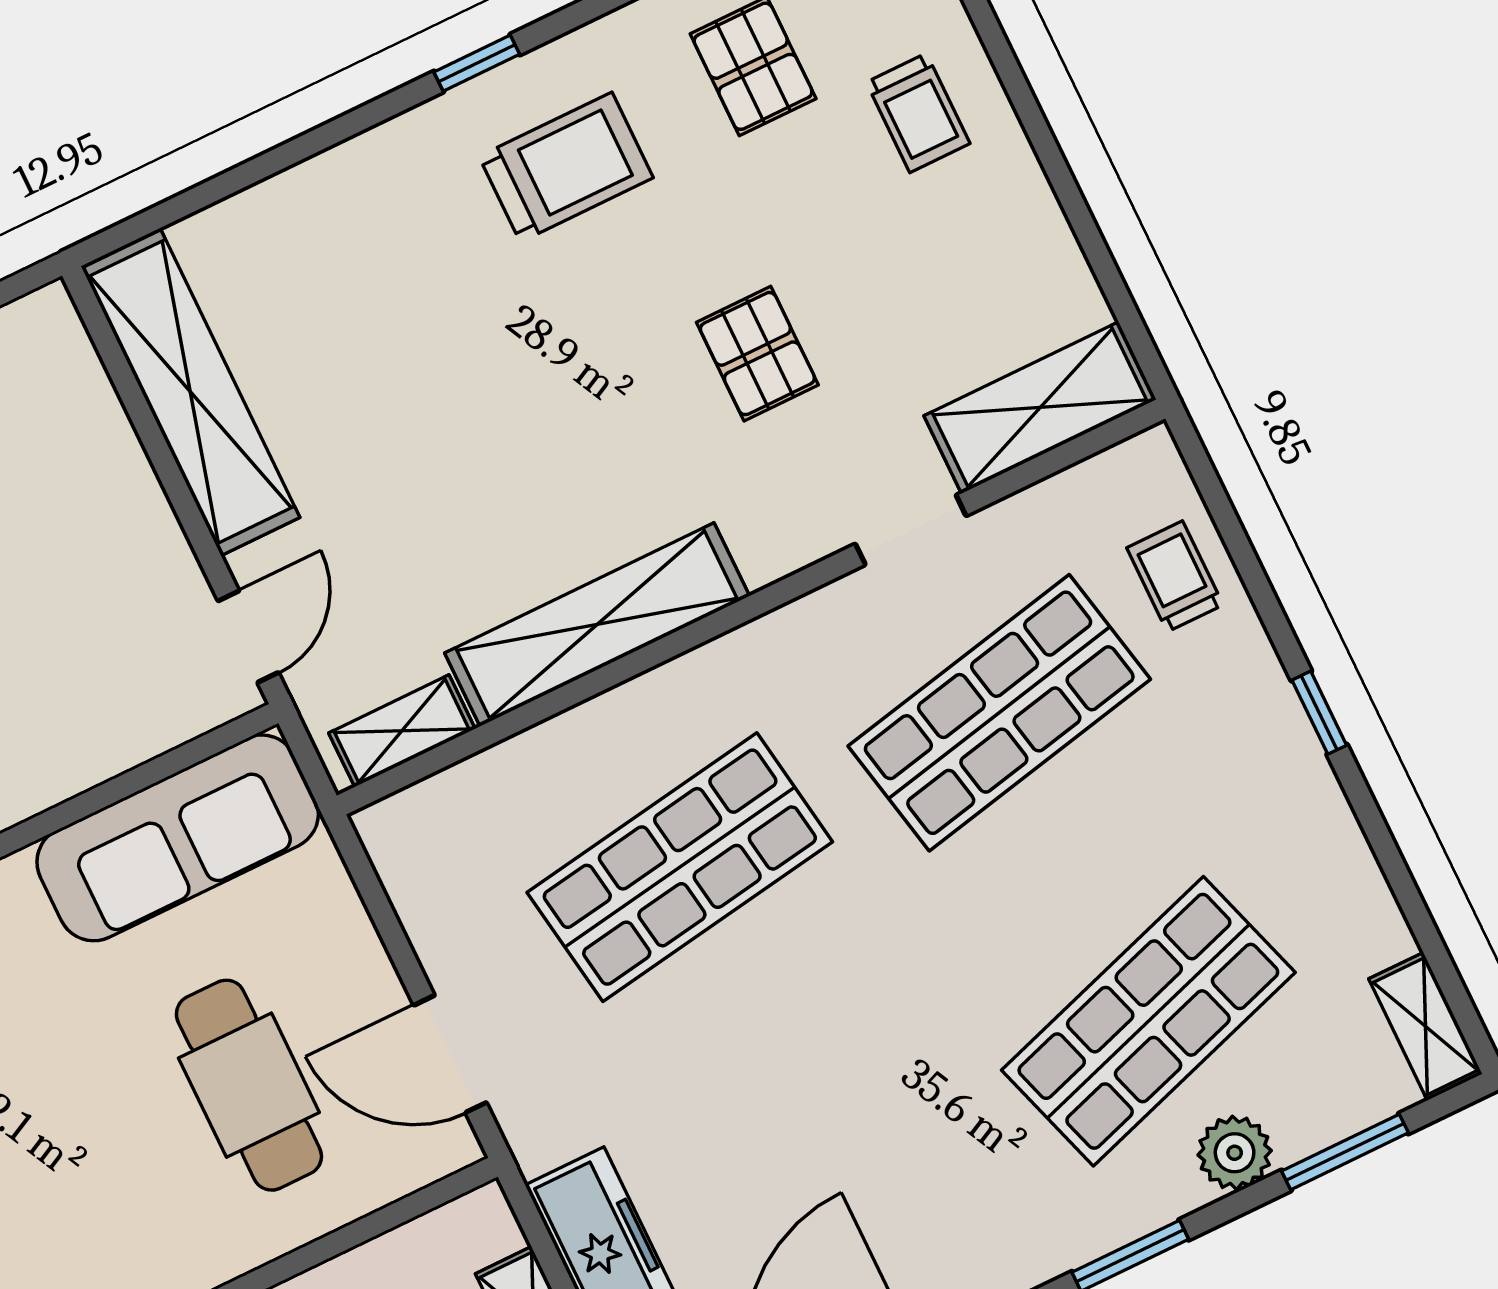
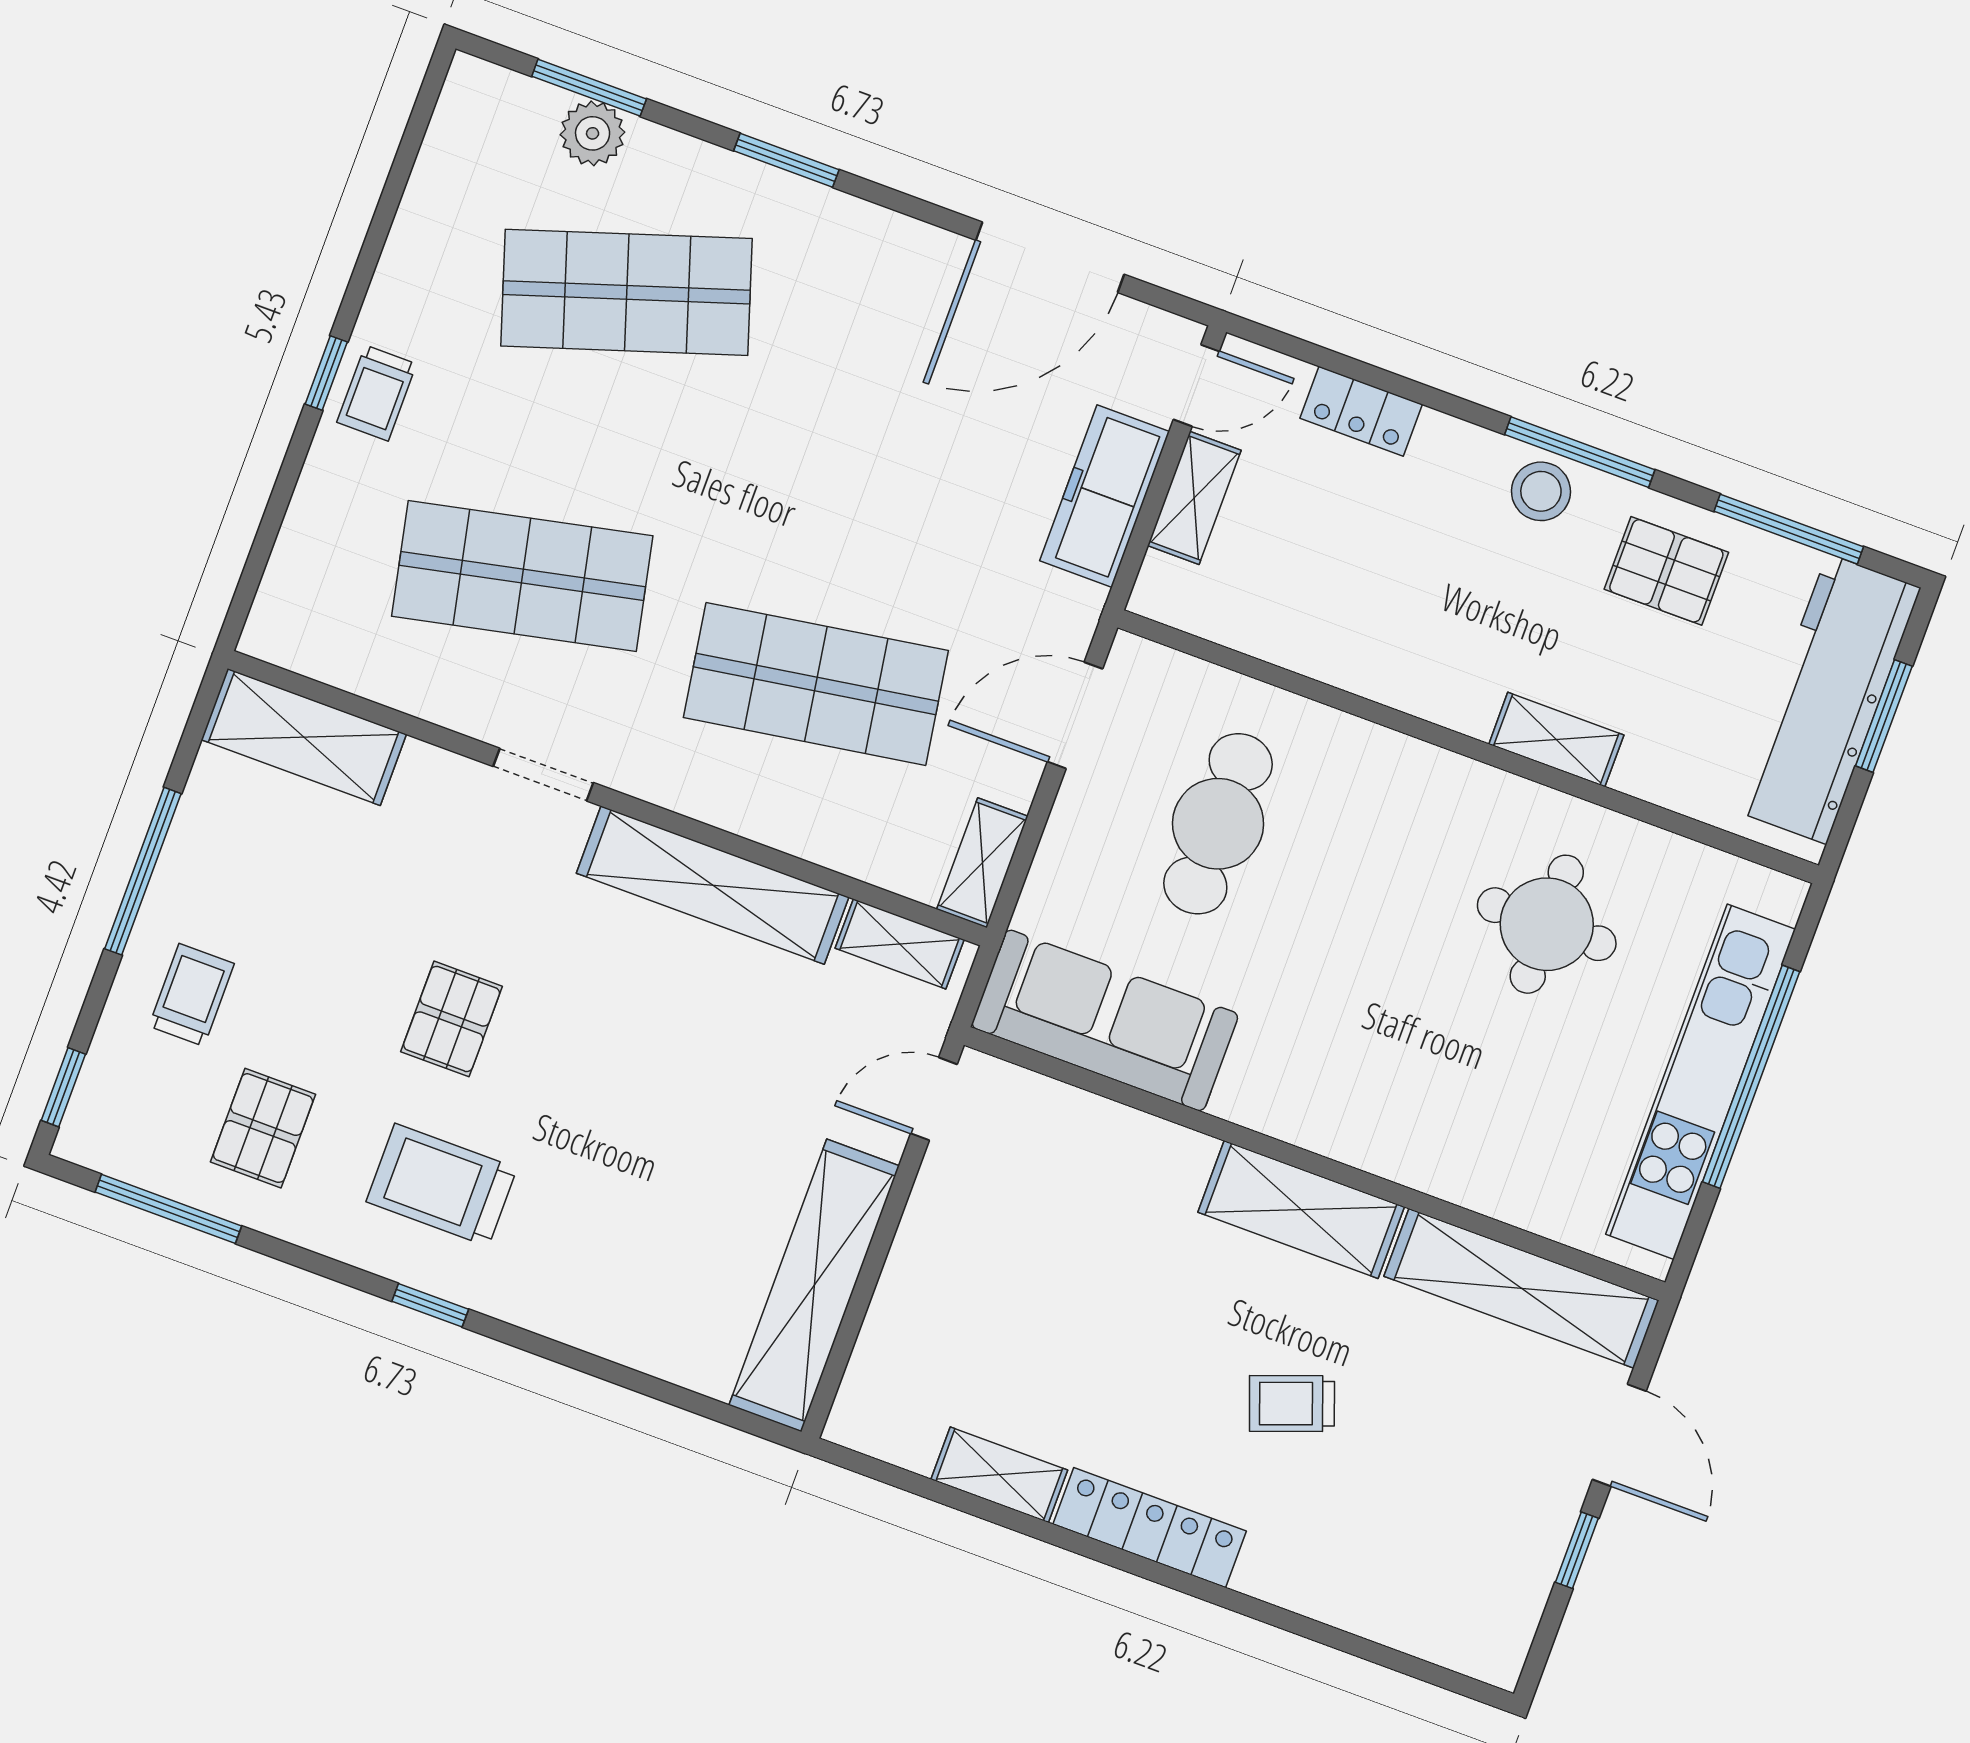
window: (1057, 171) -> (143, 871), added
pallet: (757, 354) -> (452, 1019), moved
doorway: (911, 530) -> (543, 775), moved
trolley: (1175, 576) -> (377, 393), moved
shelving: (1425, 1026) -> (982, 863), moved
door: (450, 1054) -> (1075, 715), swing flipped
plant: (1235, 1153) -> (593, 133), moved

